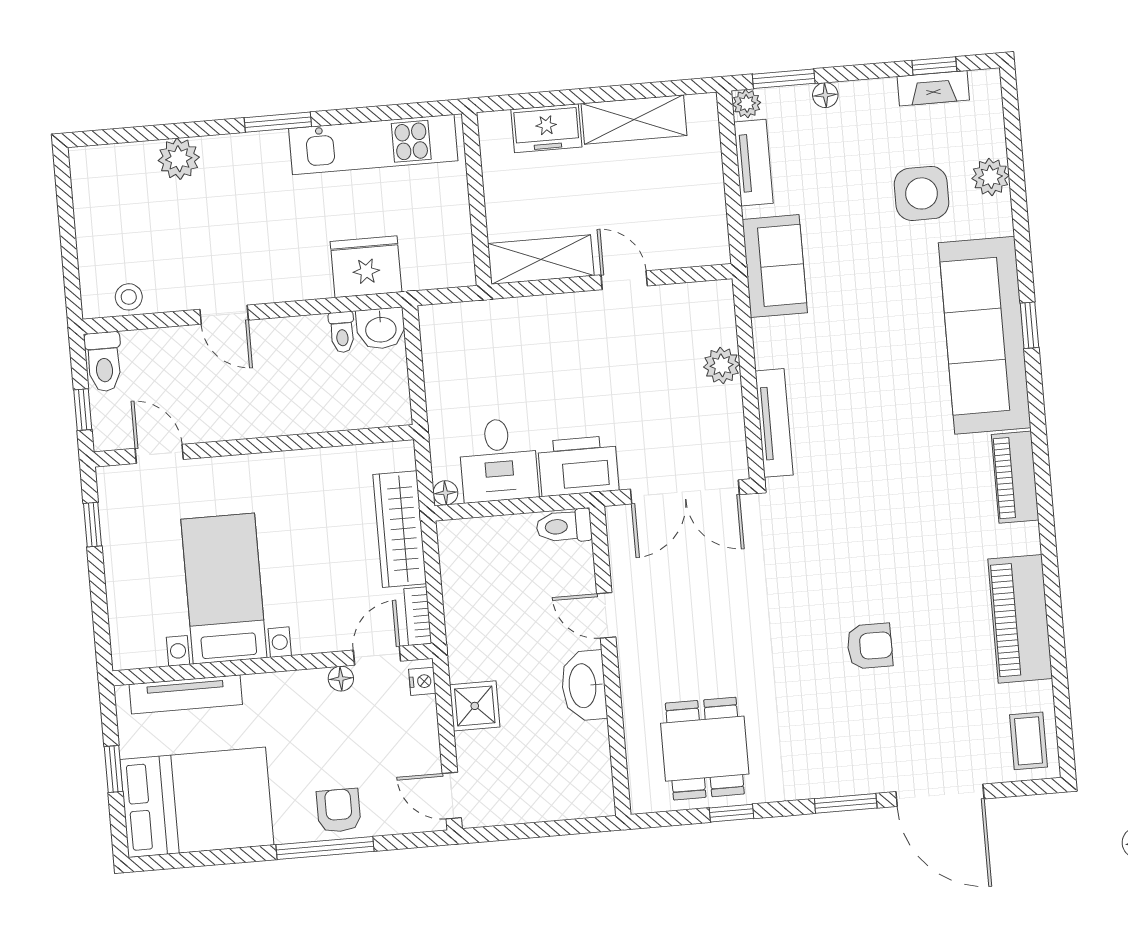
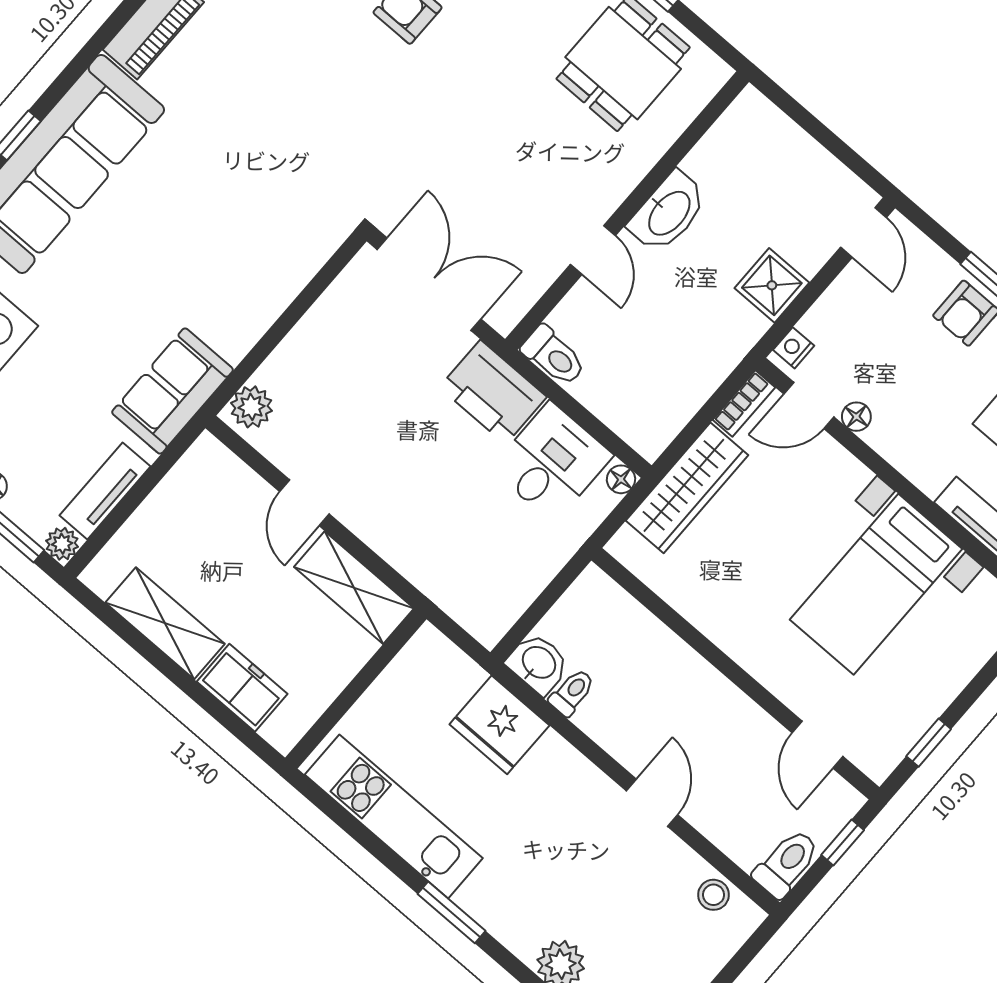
plant: (722, 365) -> (251, 407), moved
tv unit: (774, 423) -> (301, 266), removed

